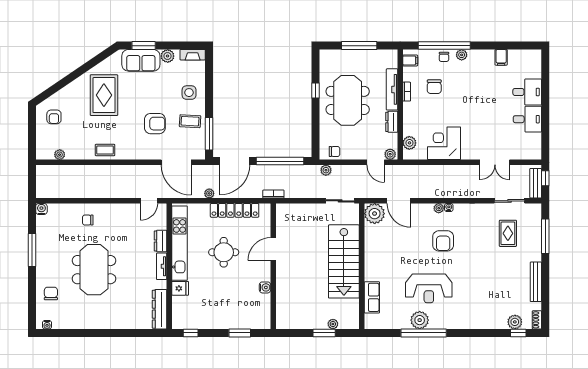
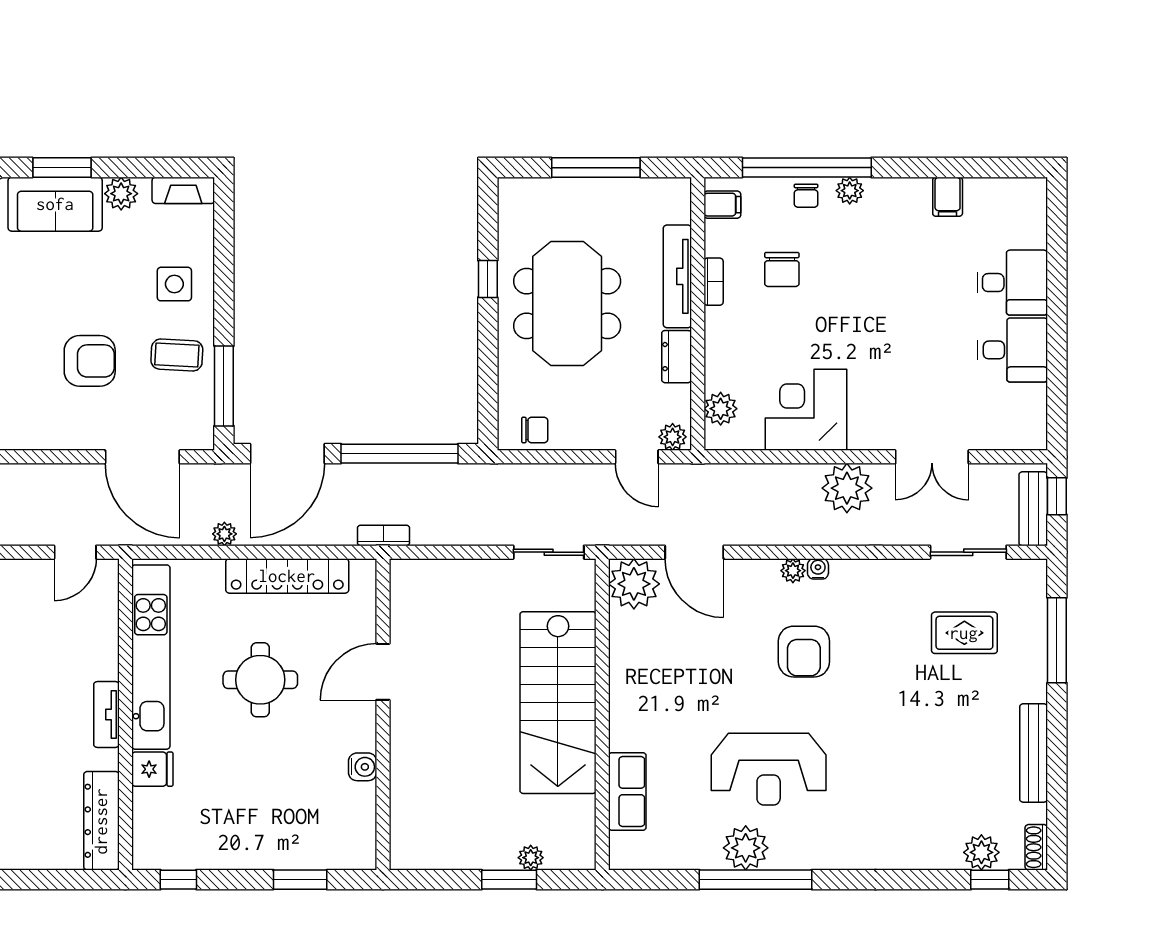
plant: (326, 170) -> (847, 488), moved, width x1.87, depth x1.87
rug: (508, 233) -> (964, 633), turned 90
dresser: (161, 241) -> (104, 652), removed

